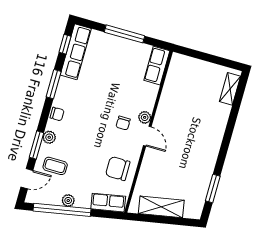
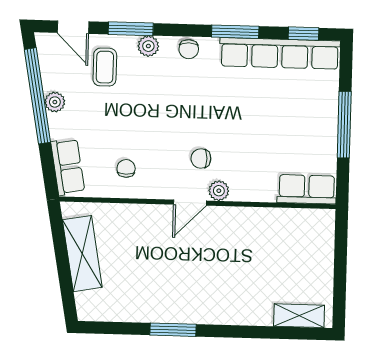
row of seats: (76, 52) -> (280, 53), width x1.36
chair: (118, 169) -> (126, 168), width x0.54, depth x0.54
window: (213, 188) -> (173, 330), moved

